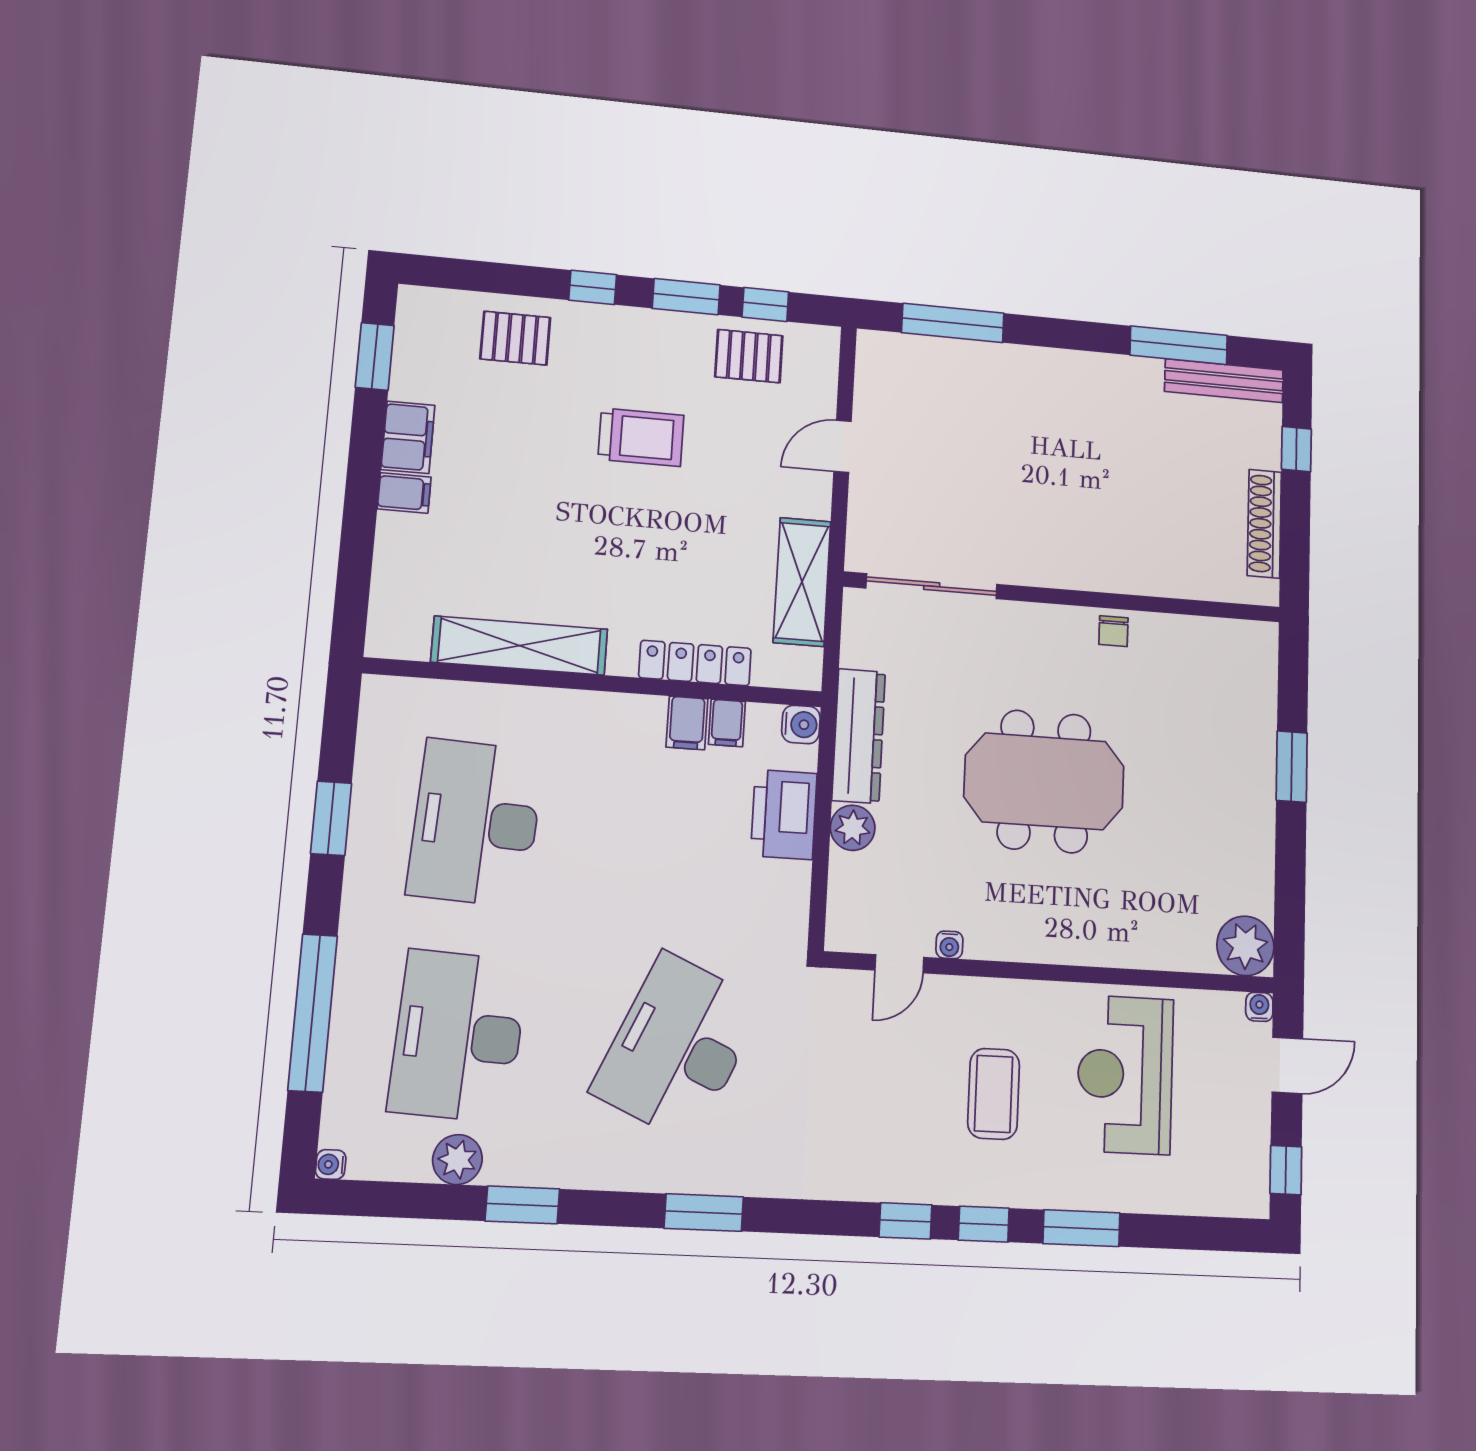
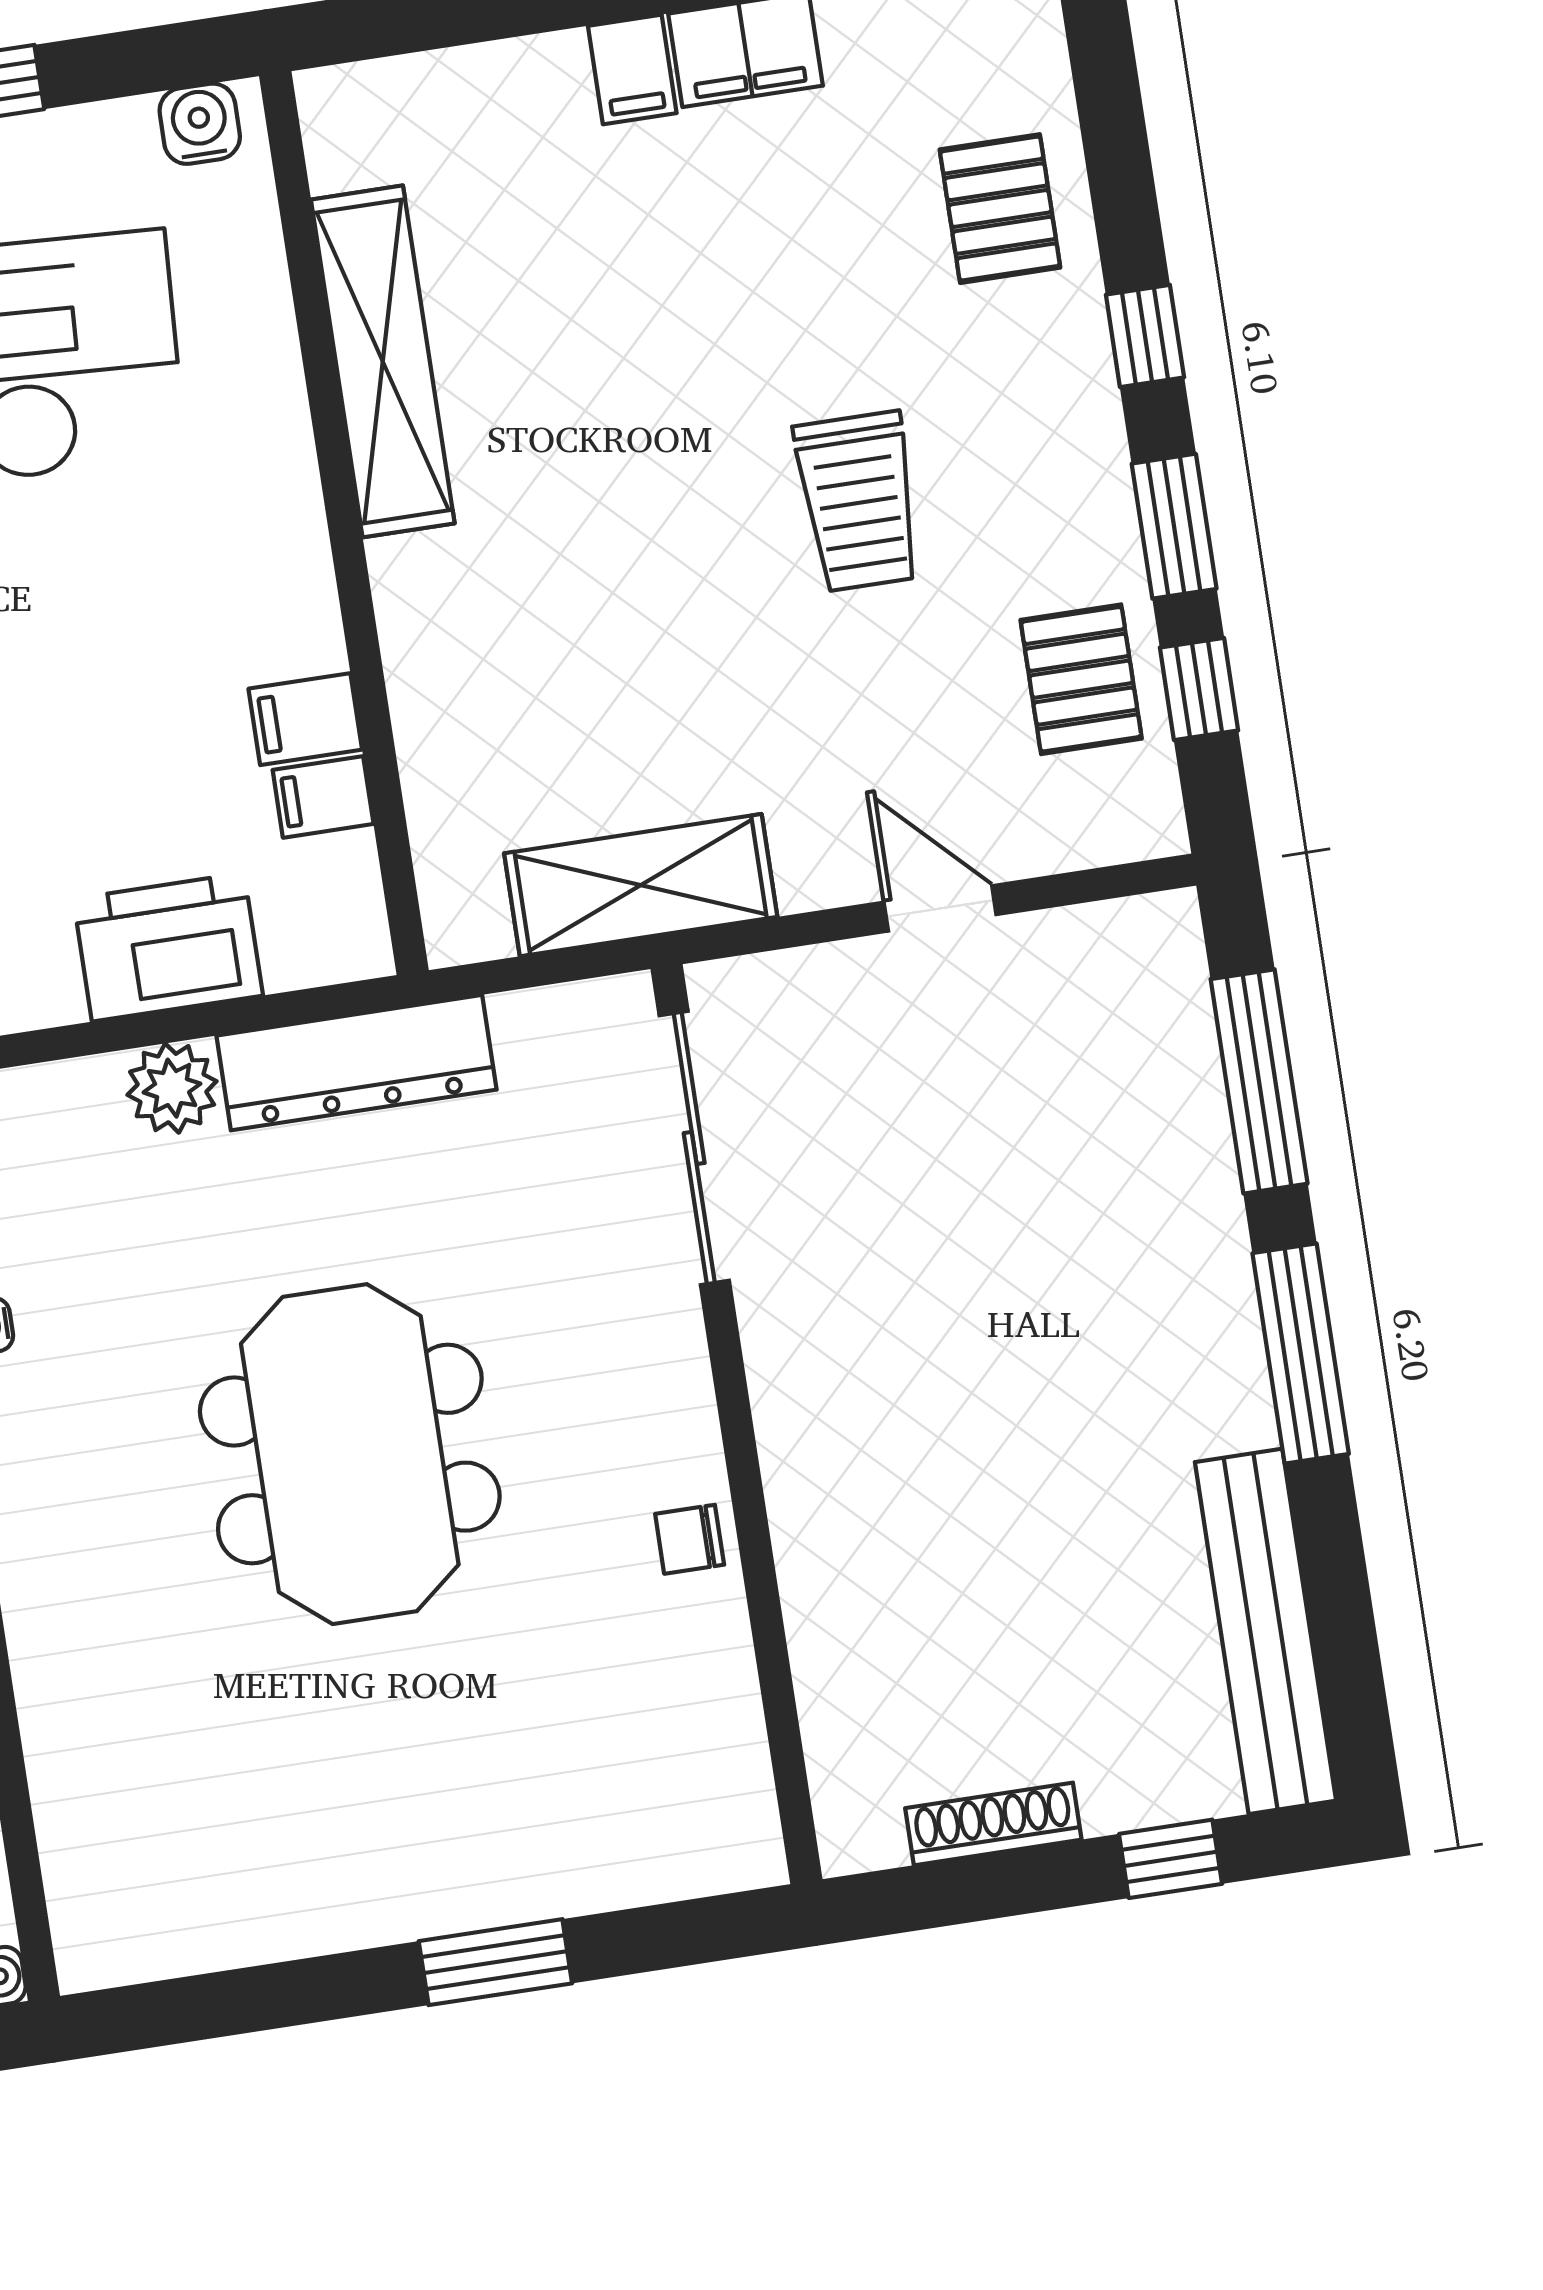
window: (1179, 345) -> (1301, 1354), moved
bench: (1224, 381) -> (1266, 1631), width x1.37, depth x1.21
shoe rack: (1264, 524) -> (993, 1824), width x0.74, depth x0.81
locker: (695, 663) -> (428, 709), removed
water cooler: (801, 724) -> (200, 124), moved, turned 180
plant: (1245, 946) -> (110, 1927), removed

